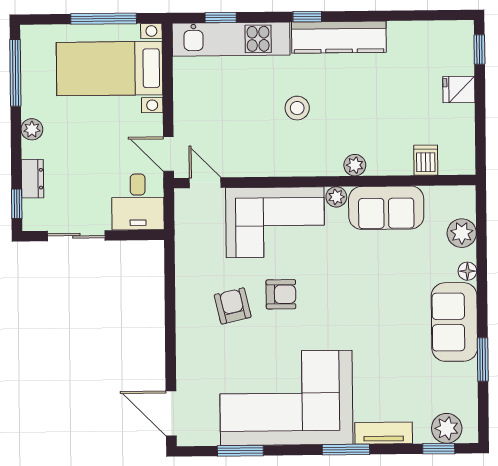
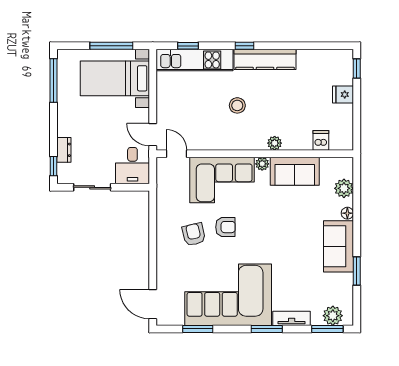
plant: (32, 129) -> (64, 118), removed
window: (439, 449) -> (327, 329), width x1.50

